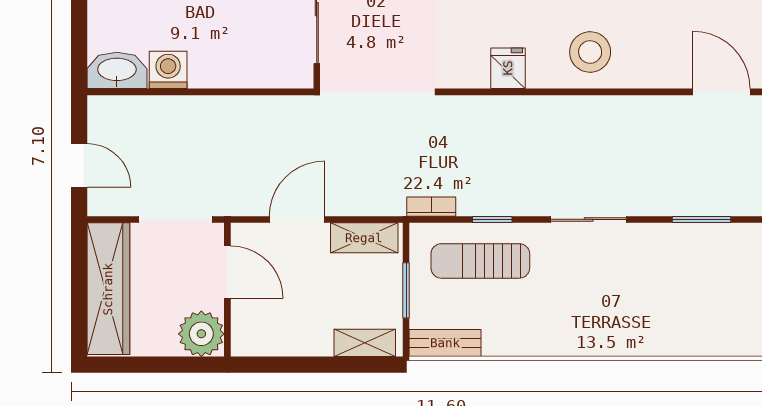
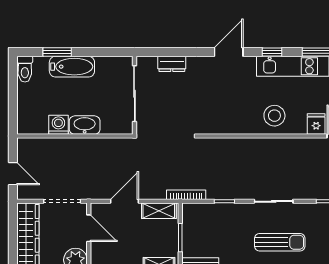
fridge: (508, 68) -> (316, 124), moved
washbasin: (117, 70) -> (85, 125), moved
bookcase: (431, 207) -> (186, 195), width x1.56
sun lounger: (480, 261) -> (280, 242), moved, turned 180

